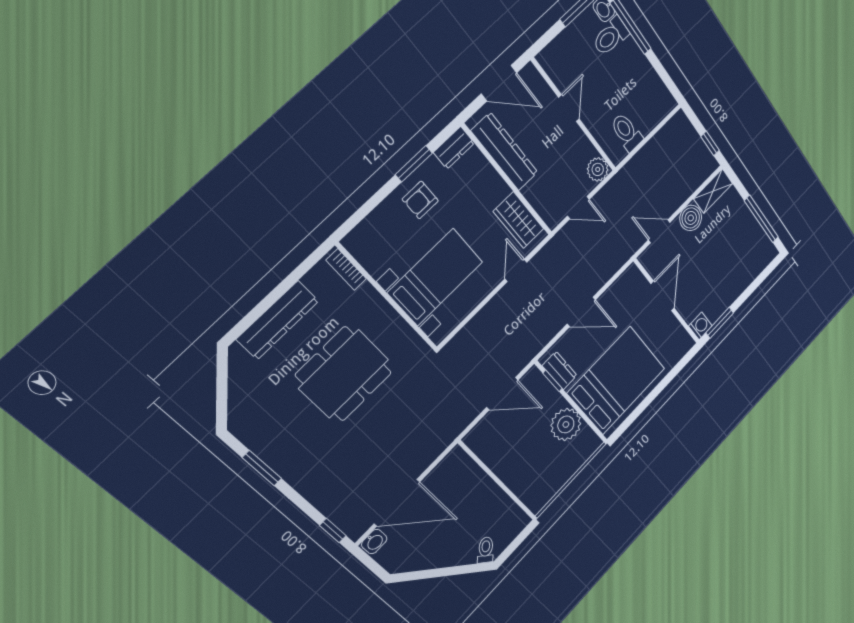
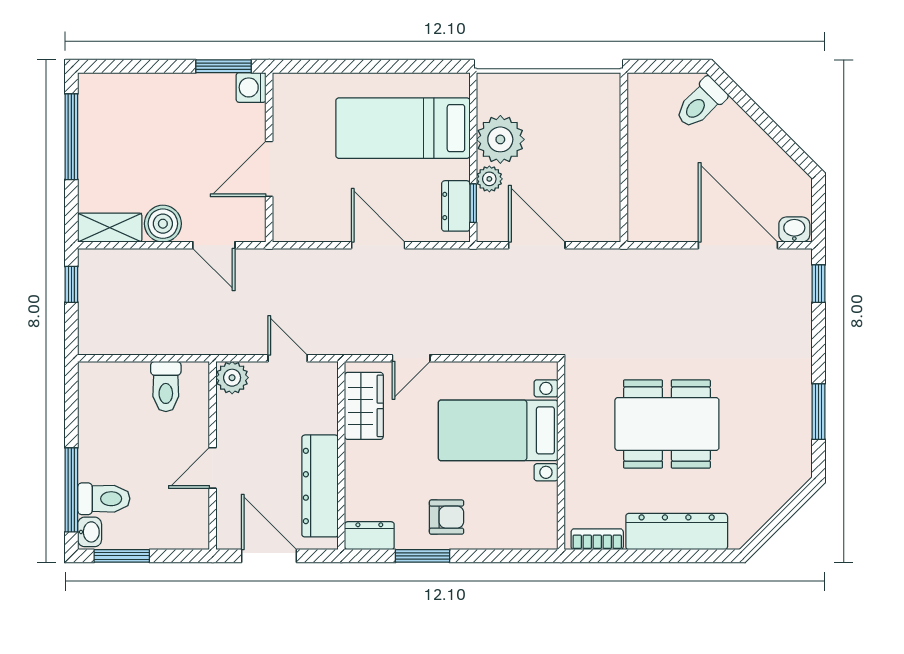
bookcase: (346, 270) -> (597, 539), moved, turned -90
bed: (616, 381) -> (403, 128), width x0.67
plant: (555, 401) -> (489, 179), added
toilet: (486, 550) -> (701, 103), width x1.37, depth x1.39

